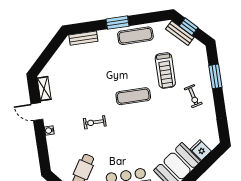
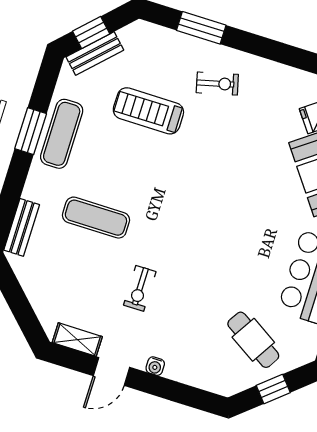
window: (118, 23) -> (31, 131), moved
treadmill: (165, 71) -> (148, 111), turned 180
exercise mat: (133, 96) -> (96, 218), moved, turned 90
exercise bike: (95, 122) -> (140, 288), moved

